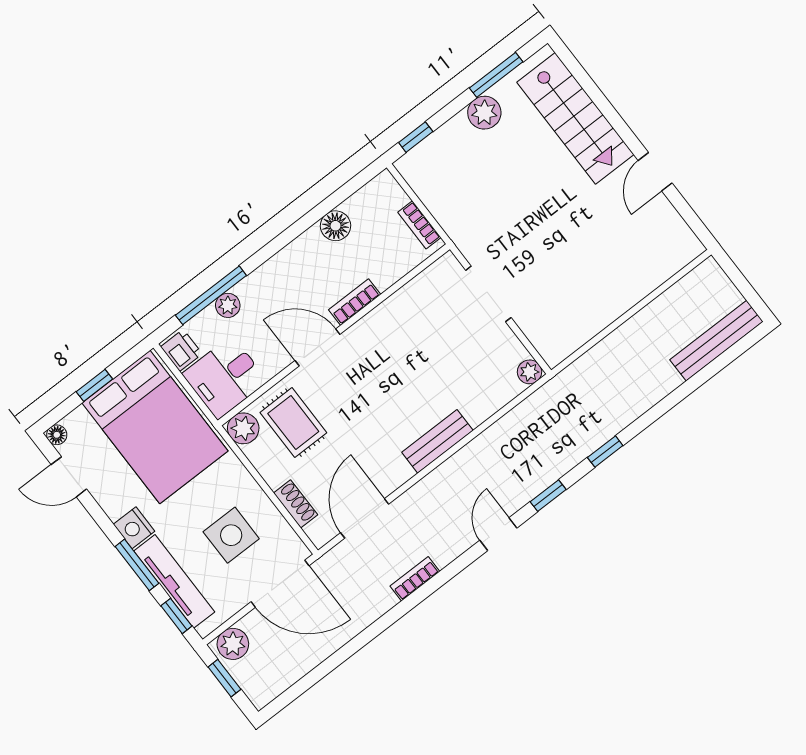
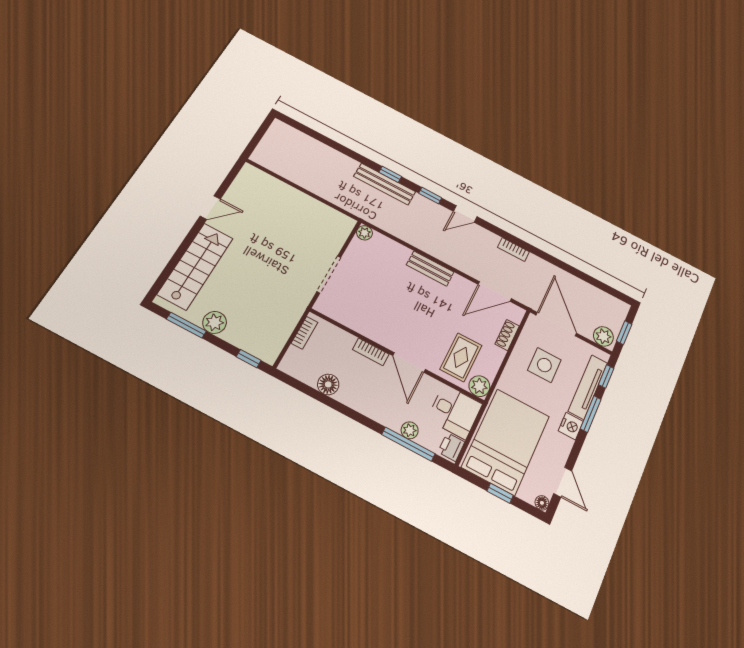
bench: (716, 341) -> (385, 184), moved

